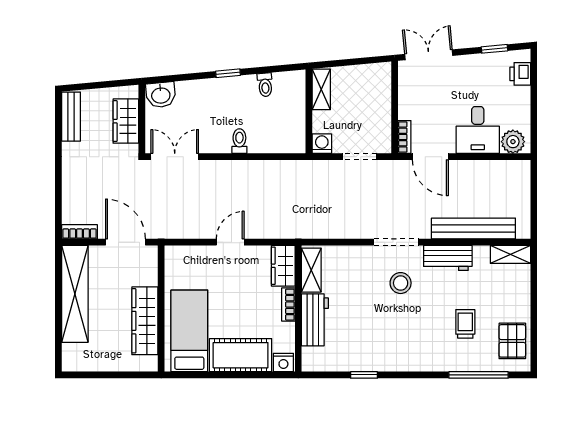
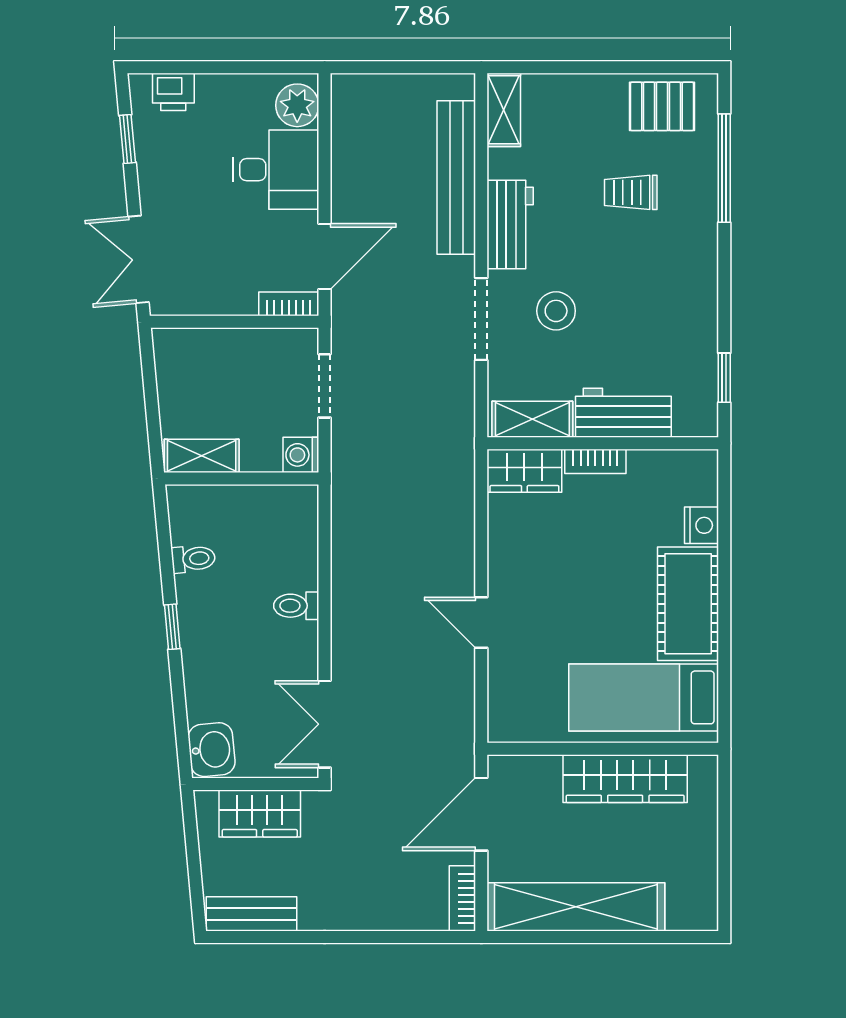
wardrobe: (283, 266) -> (524, 471), moved
shelving: (311, 270) -> (532, 419), moved
bookcase: (288, 305) -> (595, 461), moved
wall: (298, 309) -> (603, 443), moved
workbench: (315, 320) -> (623, 413), moved

